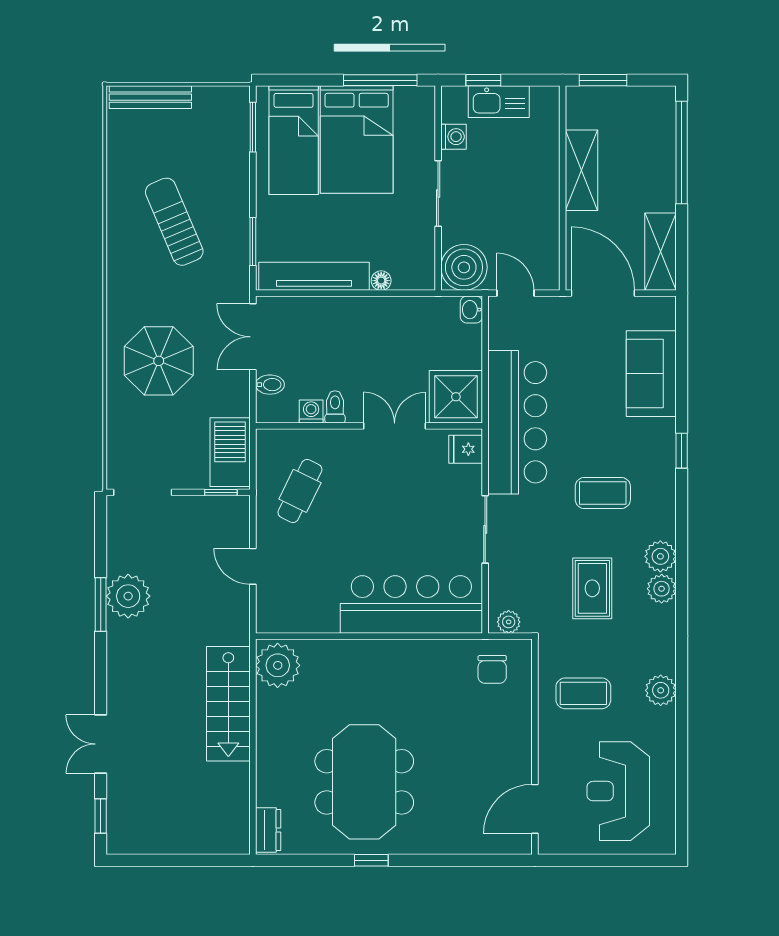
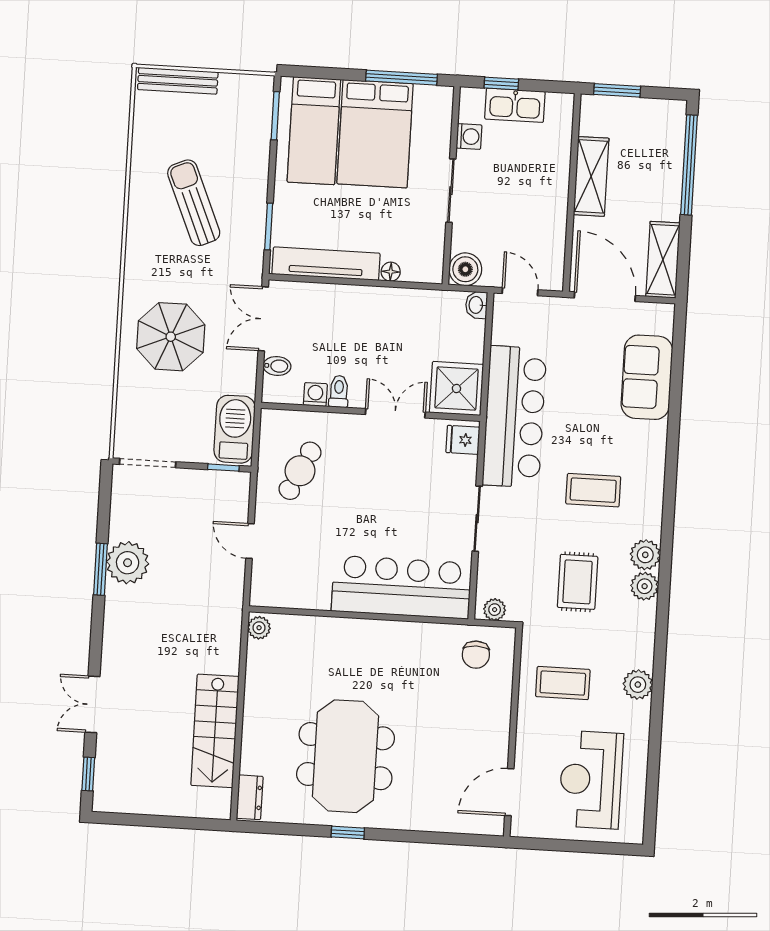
boiler: (464, 267) -> (465, 269), width x0.73, depth x0.73
window: (682, 451) -> (672, 454), removed
plant: (278, 665) -> (259, 628), width x0.53, depth x0.53
stairs: (228, 704) -> (215, 731), moved

